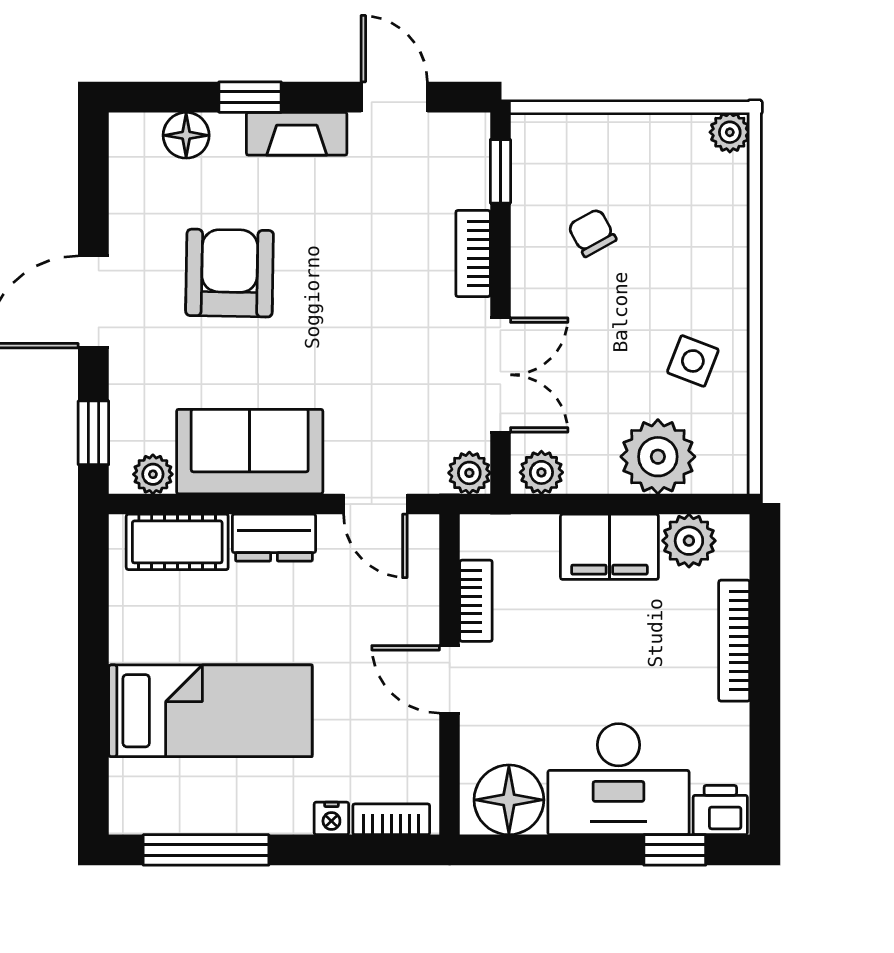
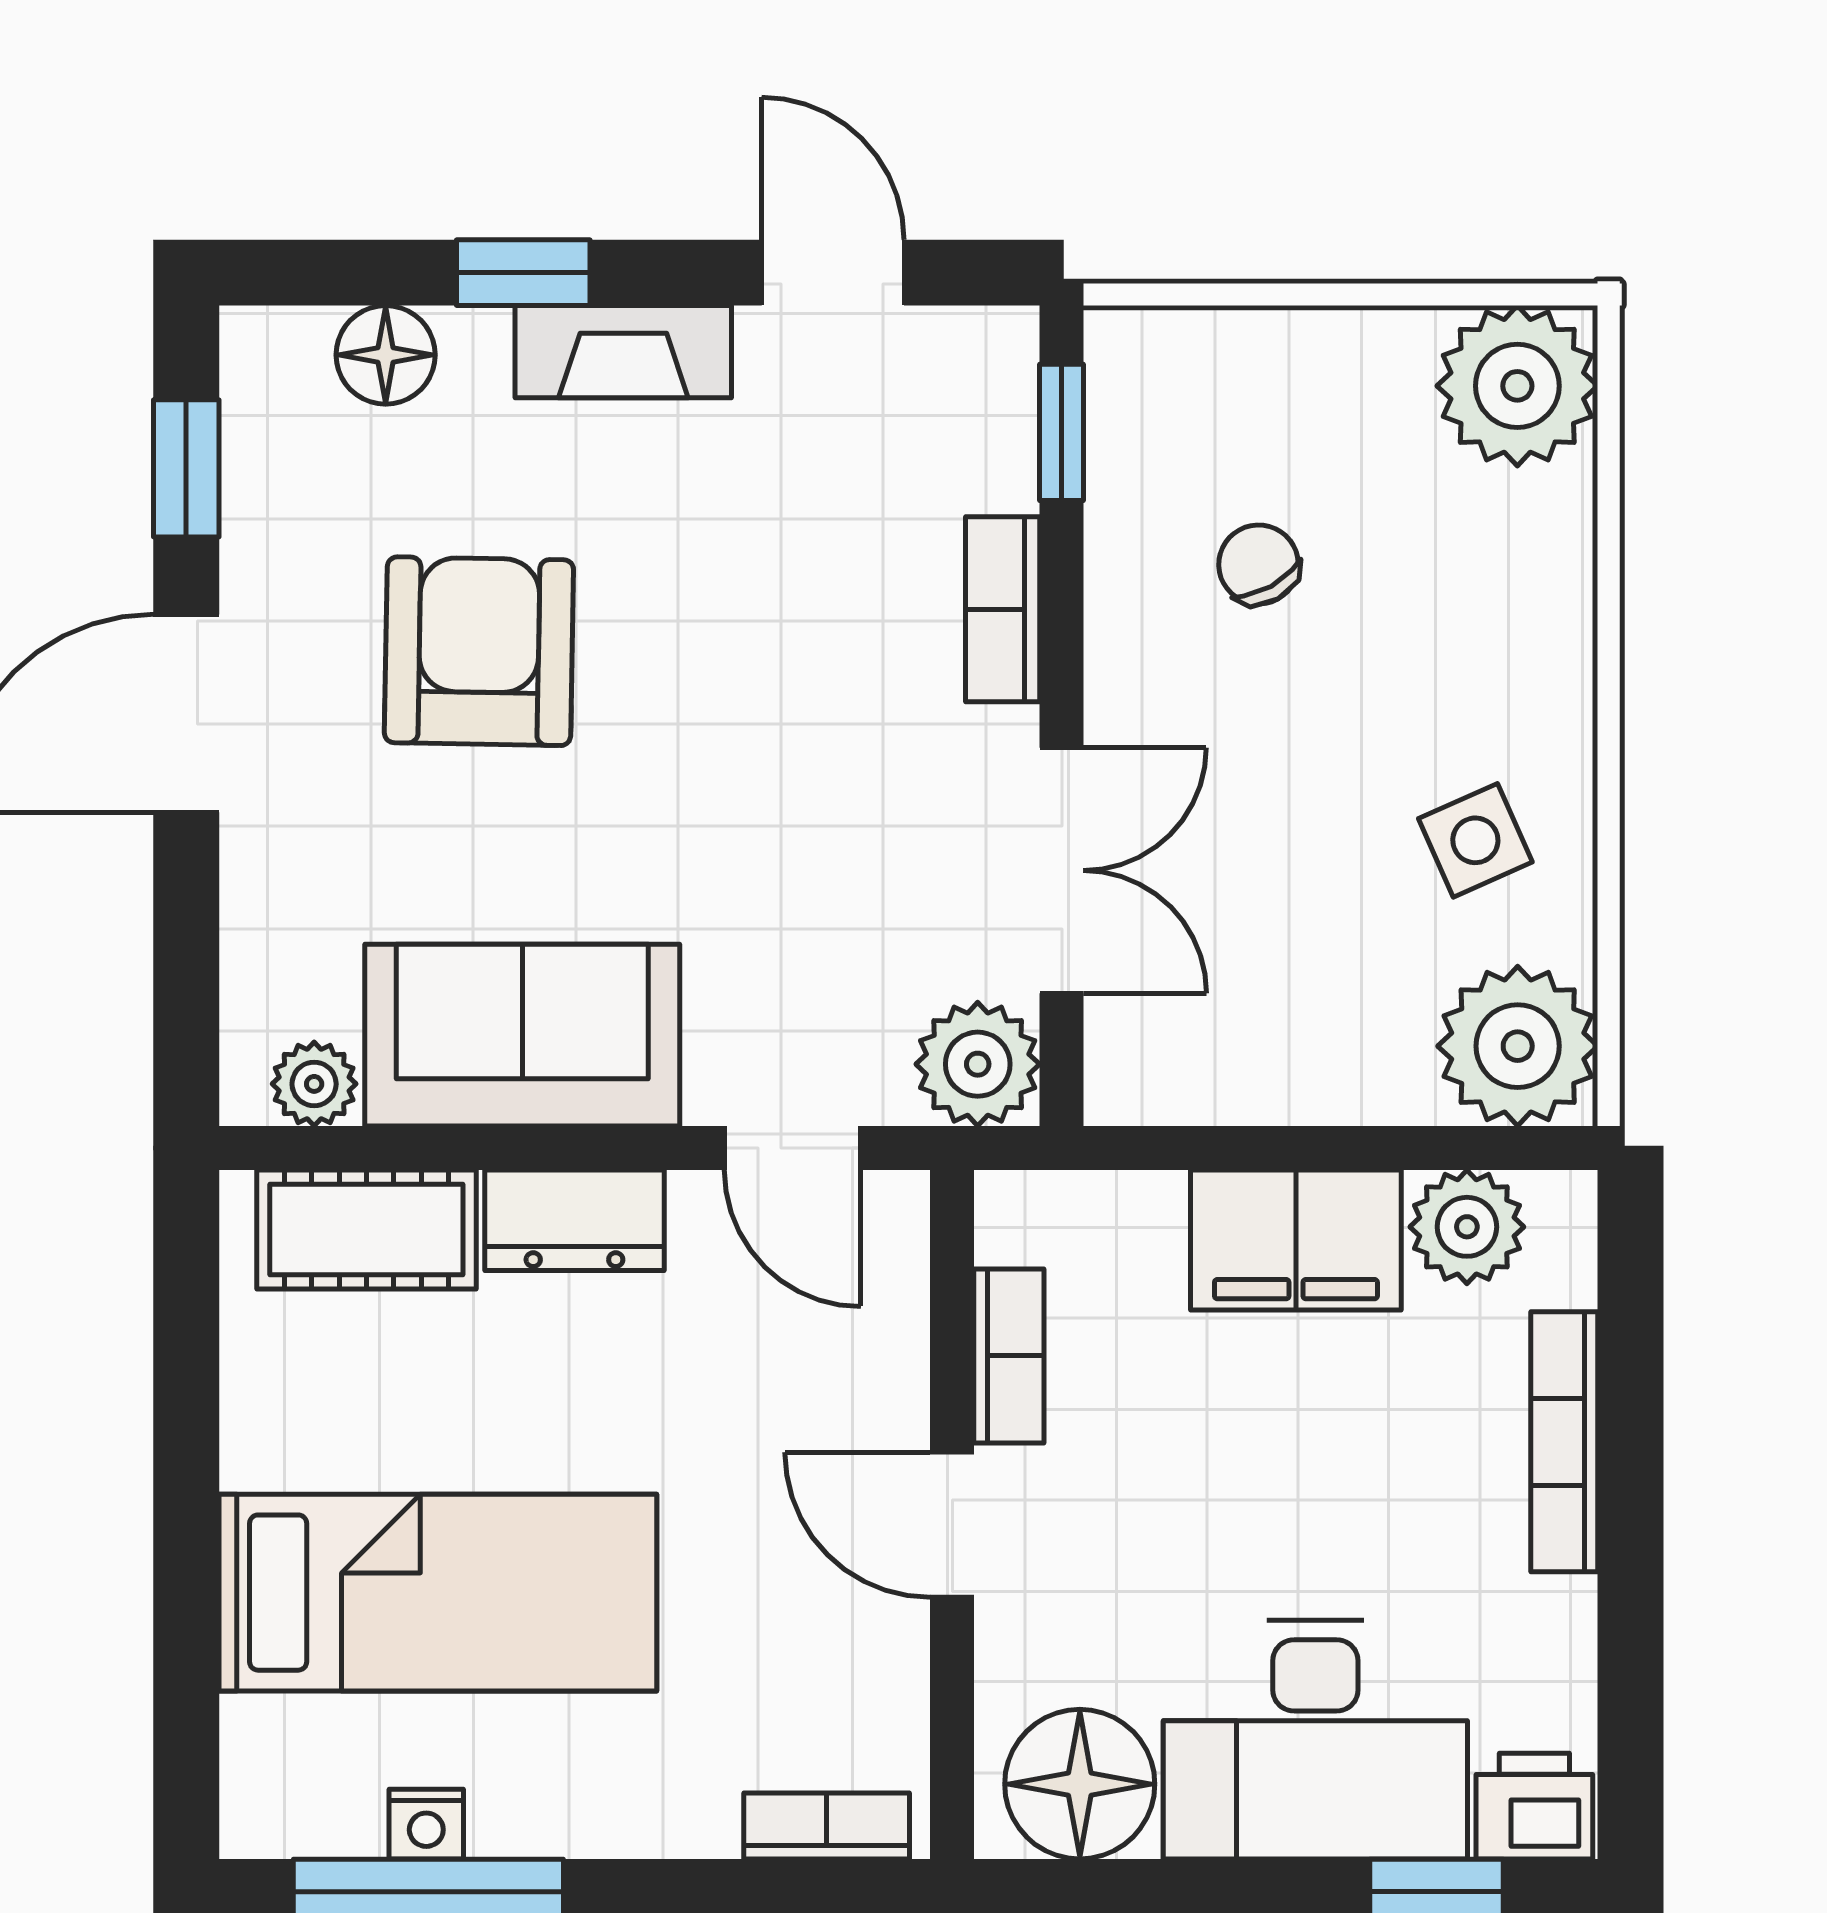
plant: (730, 132) -> (1517, 386), width x1.87, depth x1.87
side table: (693, 361) -> (1475, 840), turned 45
window: (93, 433) -> (186, 468), moved
plant: (658, 457) -> (1518, 1046), moved
plant: (541, 472) -> (1150, 1080), removed
plant: (469, 473) -> (978, 1064), width x1.38, depth x1.38
nightstand: (331, 818) -> (426, 1824), moved

